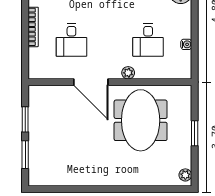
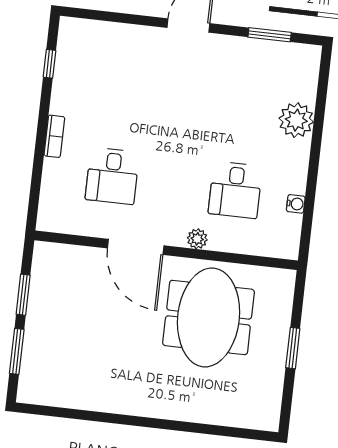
bookcase: (33, 27) -> (54, 136), width x0.64
plant: (185, 175) -> (270, 413), removed

